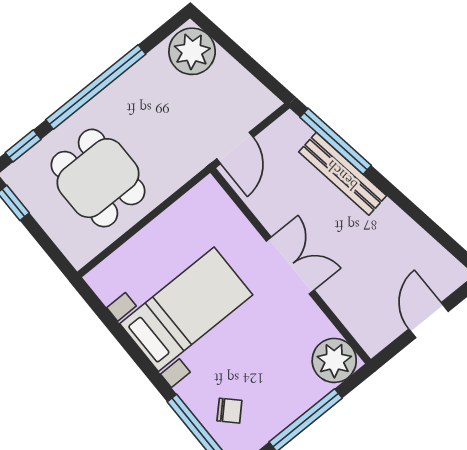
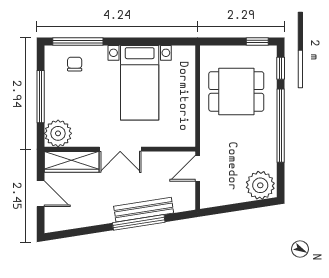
window: (336, 141) -> (139, 222), moved
door: (235, 148) -> (198, 168), hinge flipped
wardrobe: (356, 314) -> (72, 162), added
chair: (229, 411) -> (75, 64), turned 135

